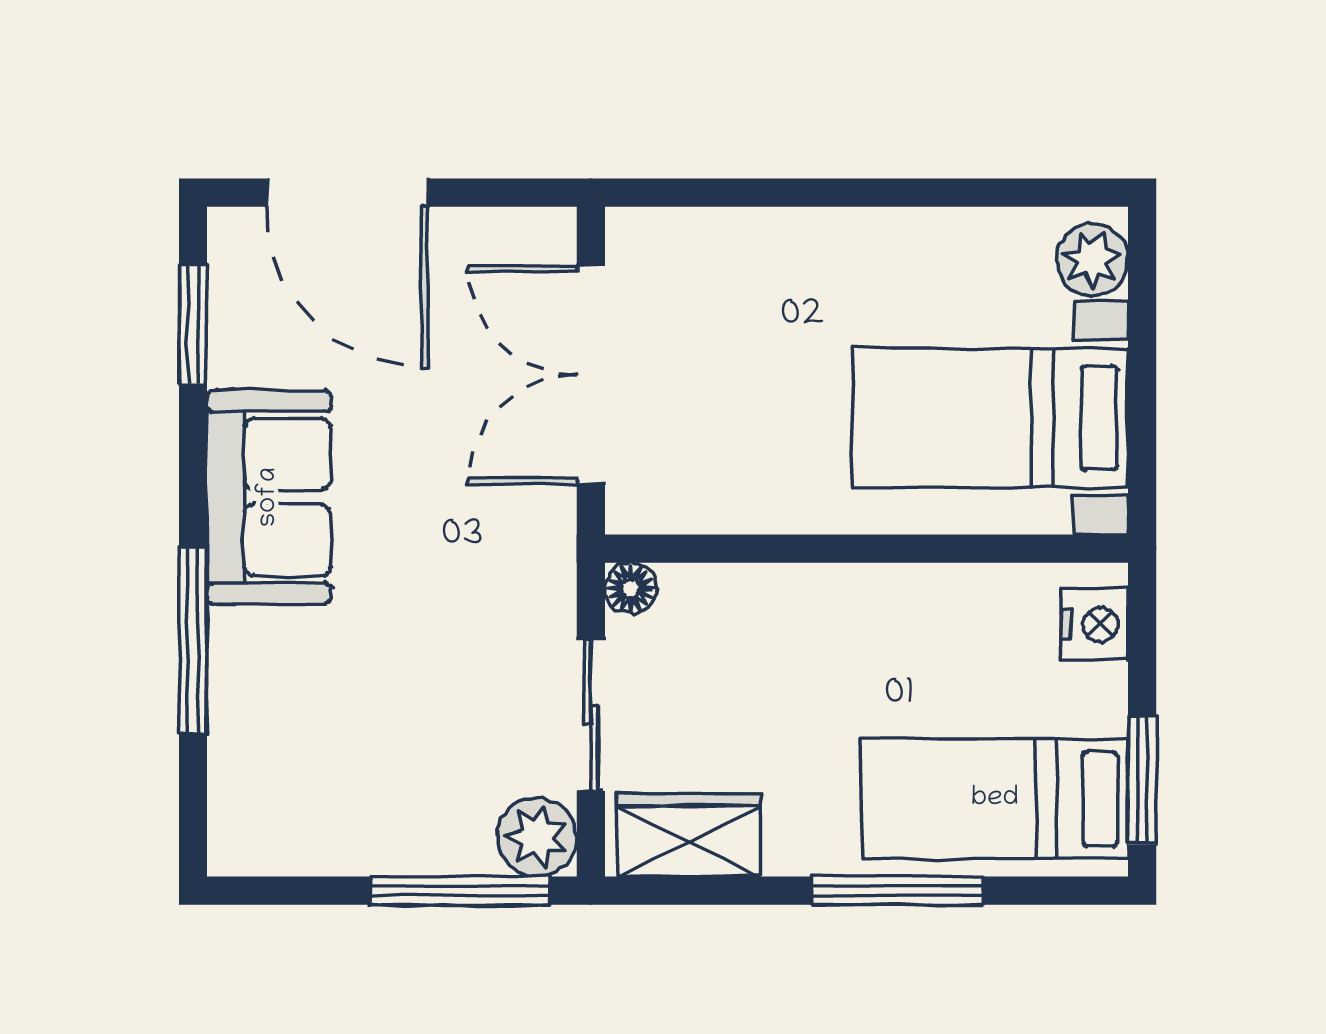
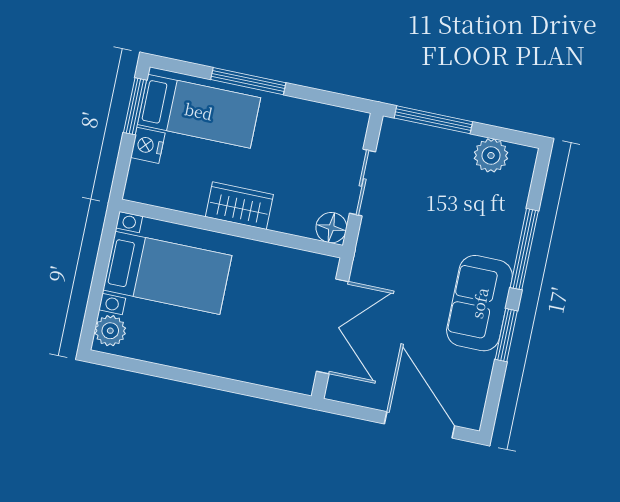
window: (193, 324) -> (506, 335), moved
floor lamp: (631, 588) -> (331, 228), width x1.37, depth x1.37
nightstand: (1095, 624) -> (148, 145), moved
wardrobe: (689, 835) -> (239, 206), moved, turned 180
plant: (537, 837) -> (491, 155), moved

